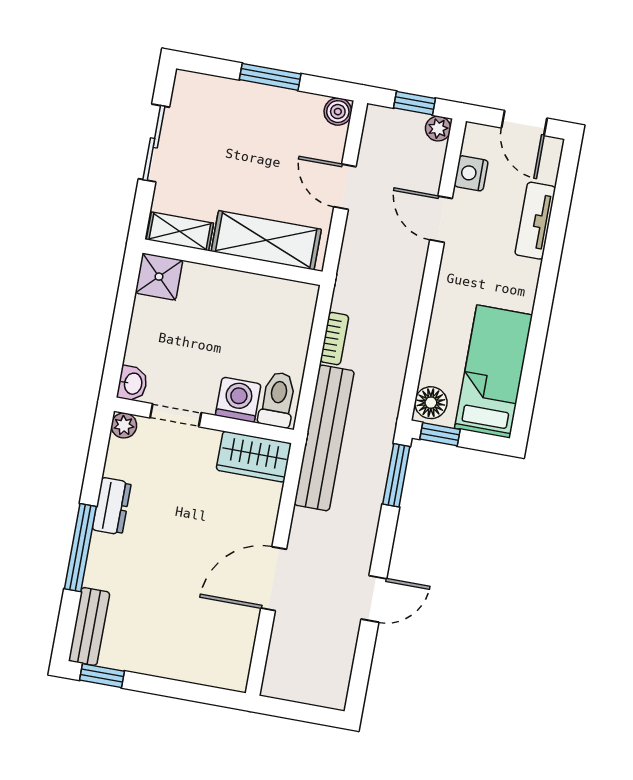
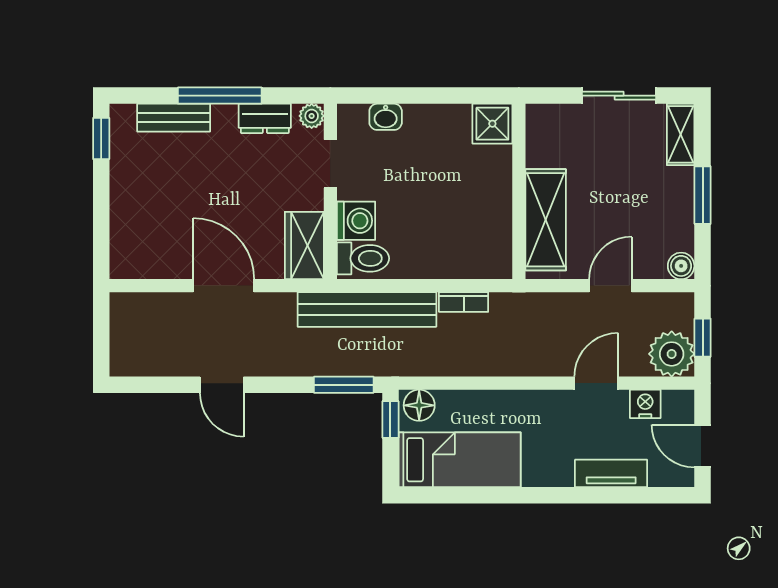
door: (524, 123) -> (703, 446), hinge flipped
plant: (438, 129) -> (672, 354), width x1.87, depth x1.87
shelving: (180, 231) -> (681, 134), moved
washing machine: (238, 400) -> (356, 221), moved
toilet: (278, 400) -> (363, 258), moved
doorway: (176, 415) -> (330, 164), moved
wall: (204, 420) -> (330, 191), moved
plant: (124, 425) -> (312, 116), moved
wardrobe: (254, 457) -> (304, 246), moved
bench: (89, 626) -> (174, 118), moved

